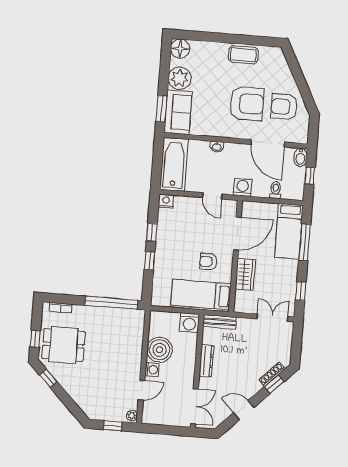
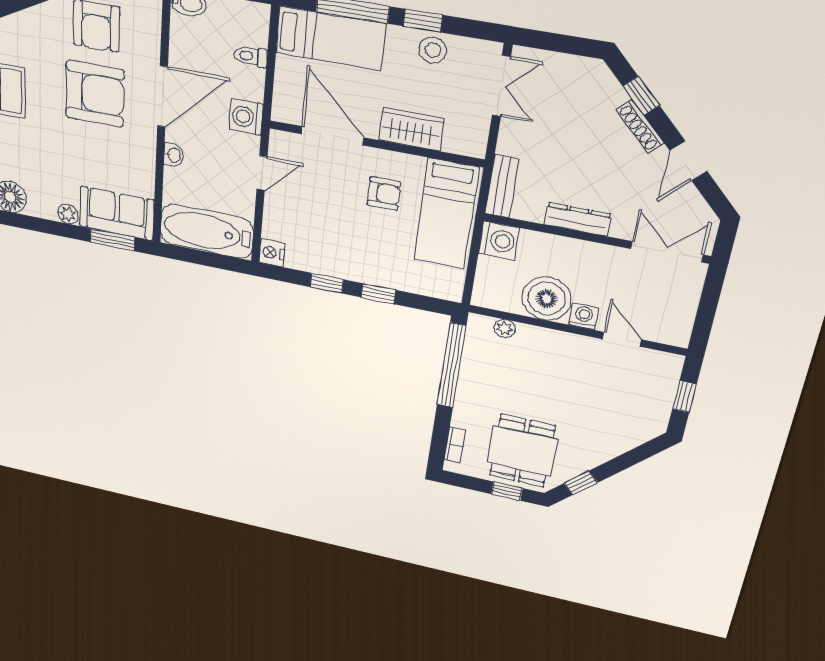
plant: (180, 78) -> (68, 214), width x0.53, depth x0.53
armchair: (247, 104) -> (95, 94), turned 90
door: (268, 143) -> (163, 97), moved
armchair: (208, 262) -> (384, 194), turned -90
stool: (287, 283) -> (433, 50), added
window: (301, 291) -> (423, 21), moved
double door: (272, 318) -> (501, 86), swing flipped
shoe rack: (272, 374) -> (640, 127), moved
plant: (132, 416) -> (505, 328), moved

